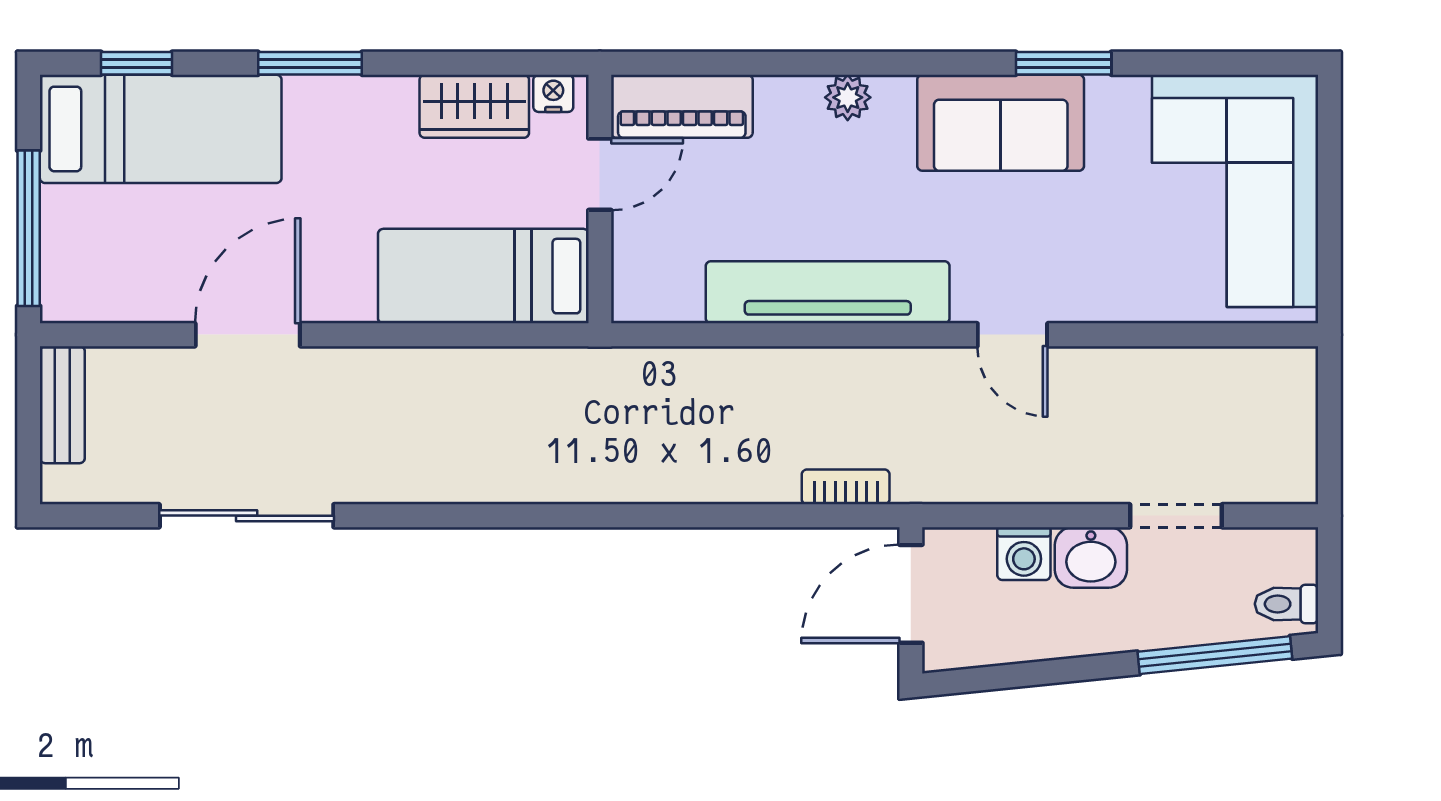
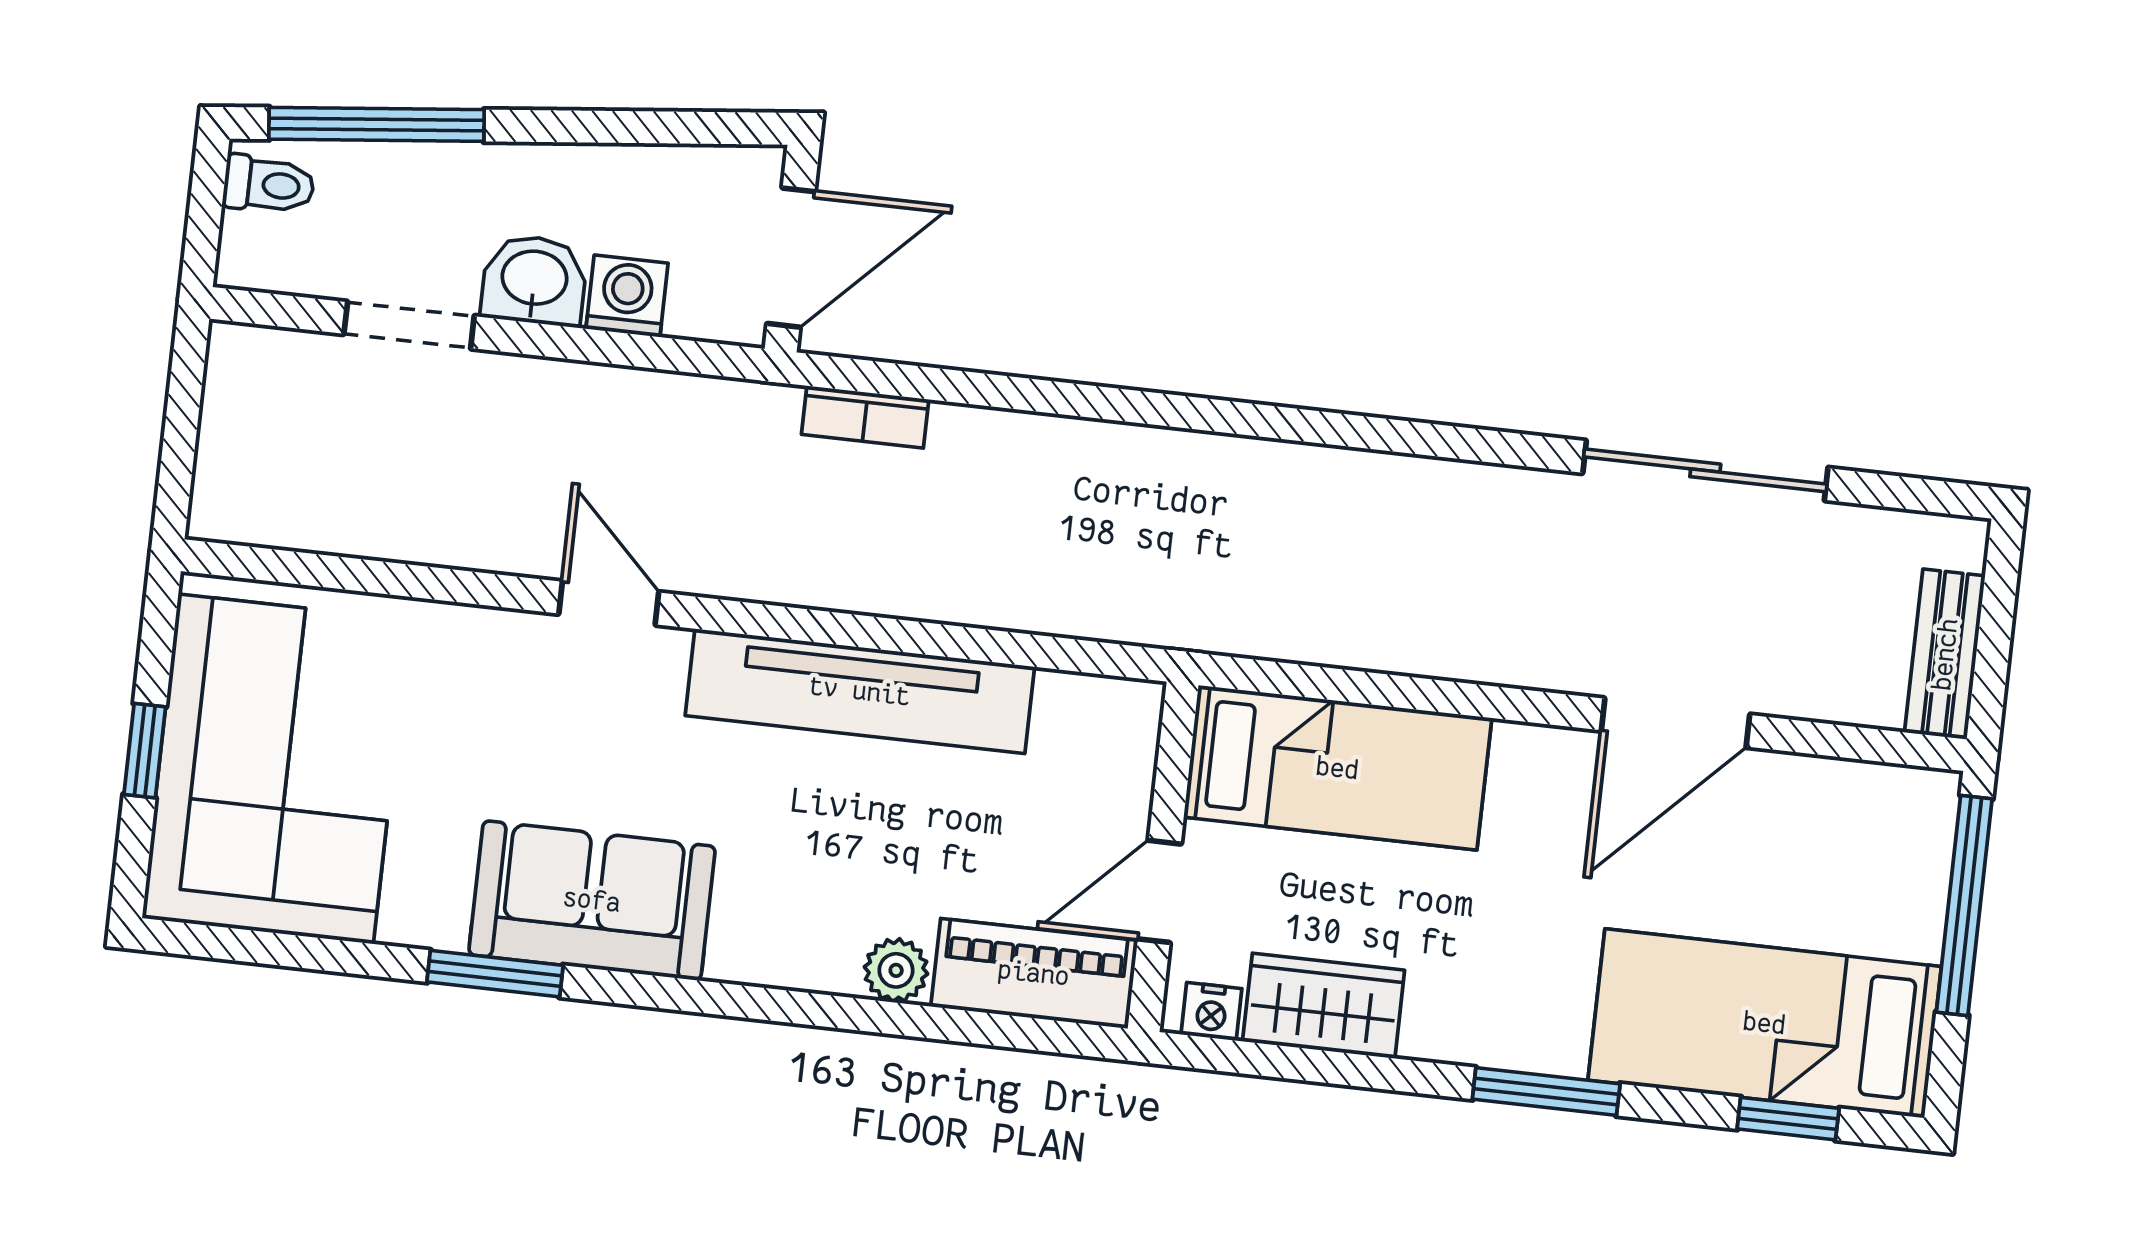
plant: (848, 97) -> (896, 970), moved
window: (1329, 193) -> (145, 751), added

